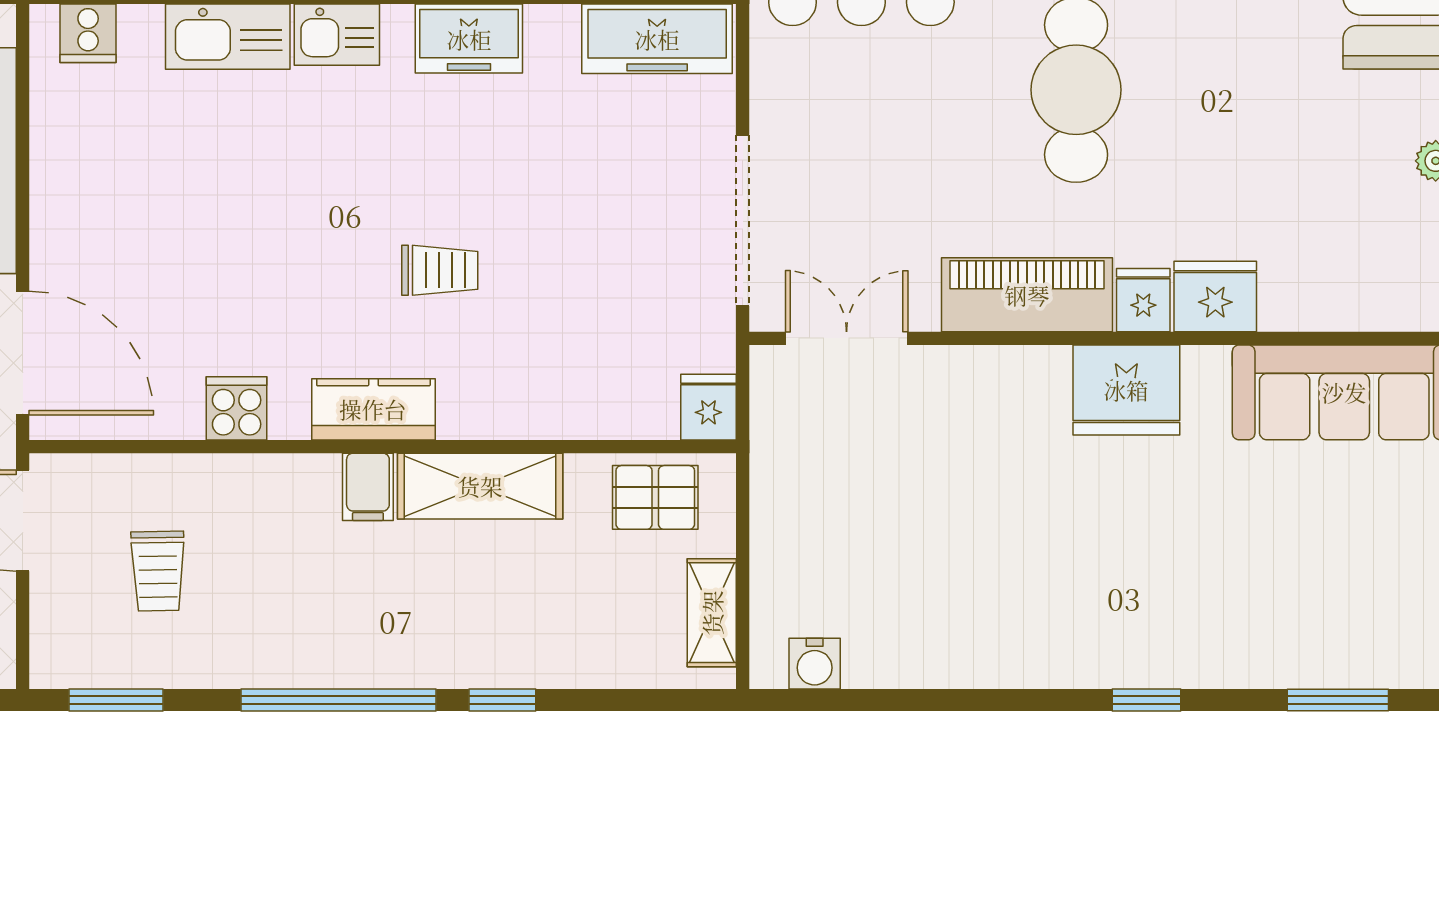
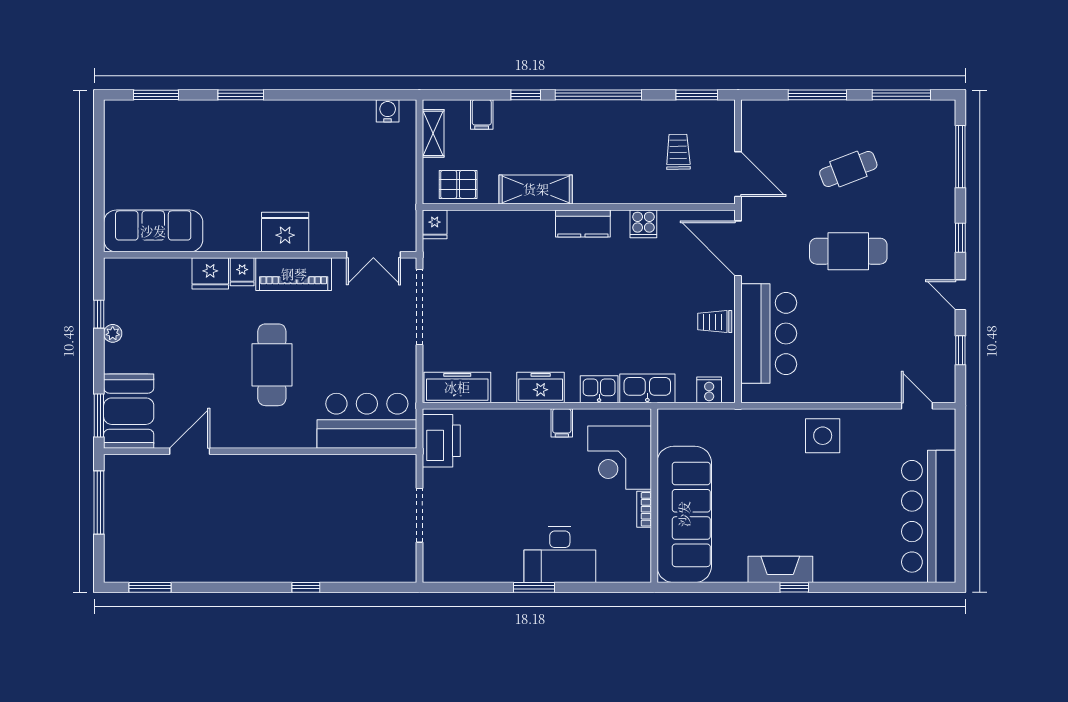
trolley: (440, 270) -> (715, 322), moved
fridge: (1126, 390) -> (285, 232), moved
filing cabinet: (368, 487) -> (482, 115), moved, turned 180
window: (1147, 700) -> (241, 95), width x1.50

